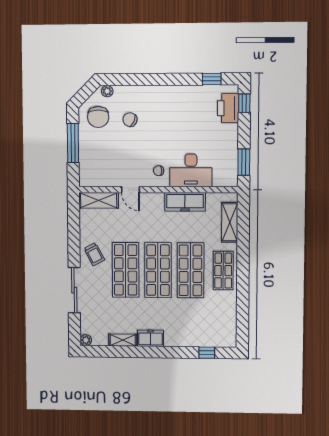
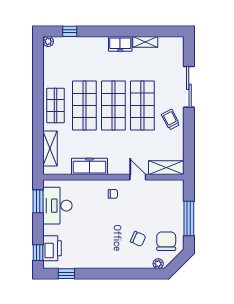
desk: (191, 170) -> (57, 206), moved, turned -90
plant: (86, 340) -> (48, 41), moved

